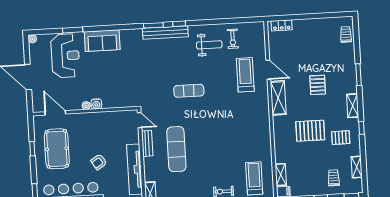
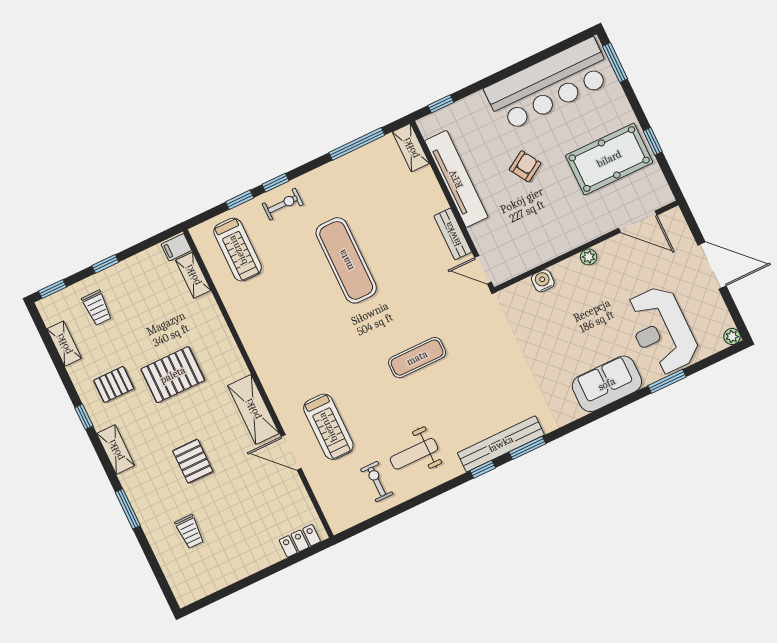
trolley: (346, 35) -> (190, 532), moved
water cooler: (96, 104) -> (543, 281), moved
pool table: (57, 149) -> (609, 159), turned 90
exercise mat: (176, 149) -> (346, 260), moved

